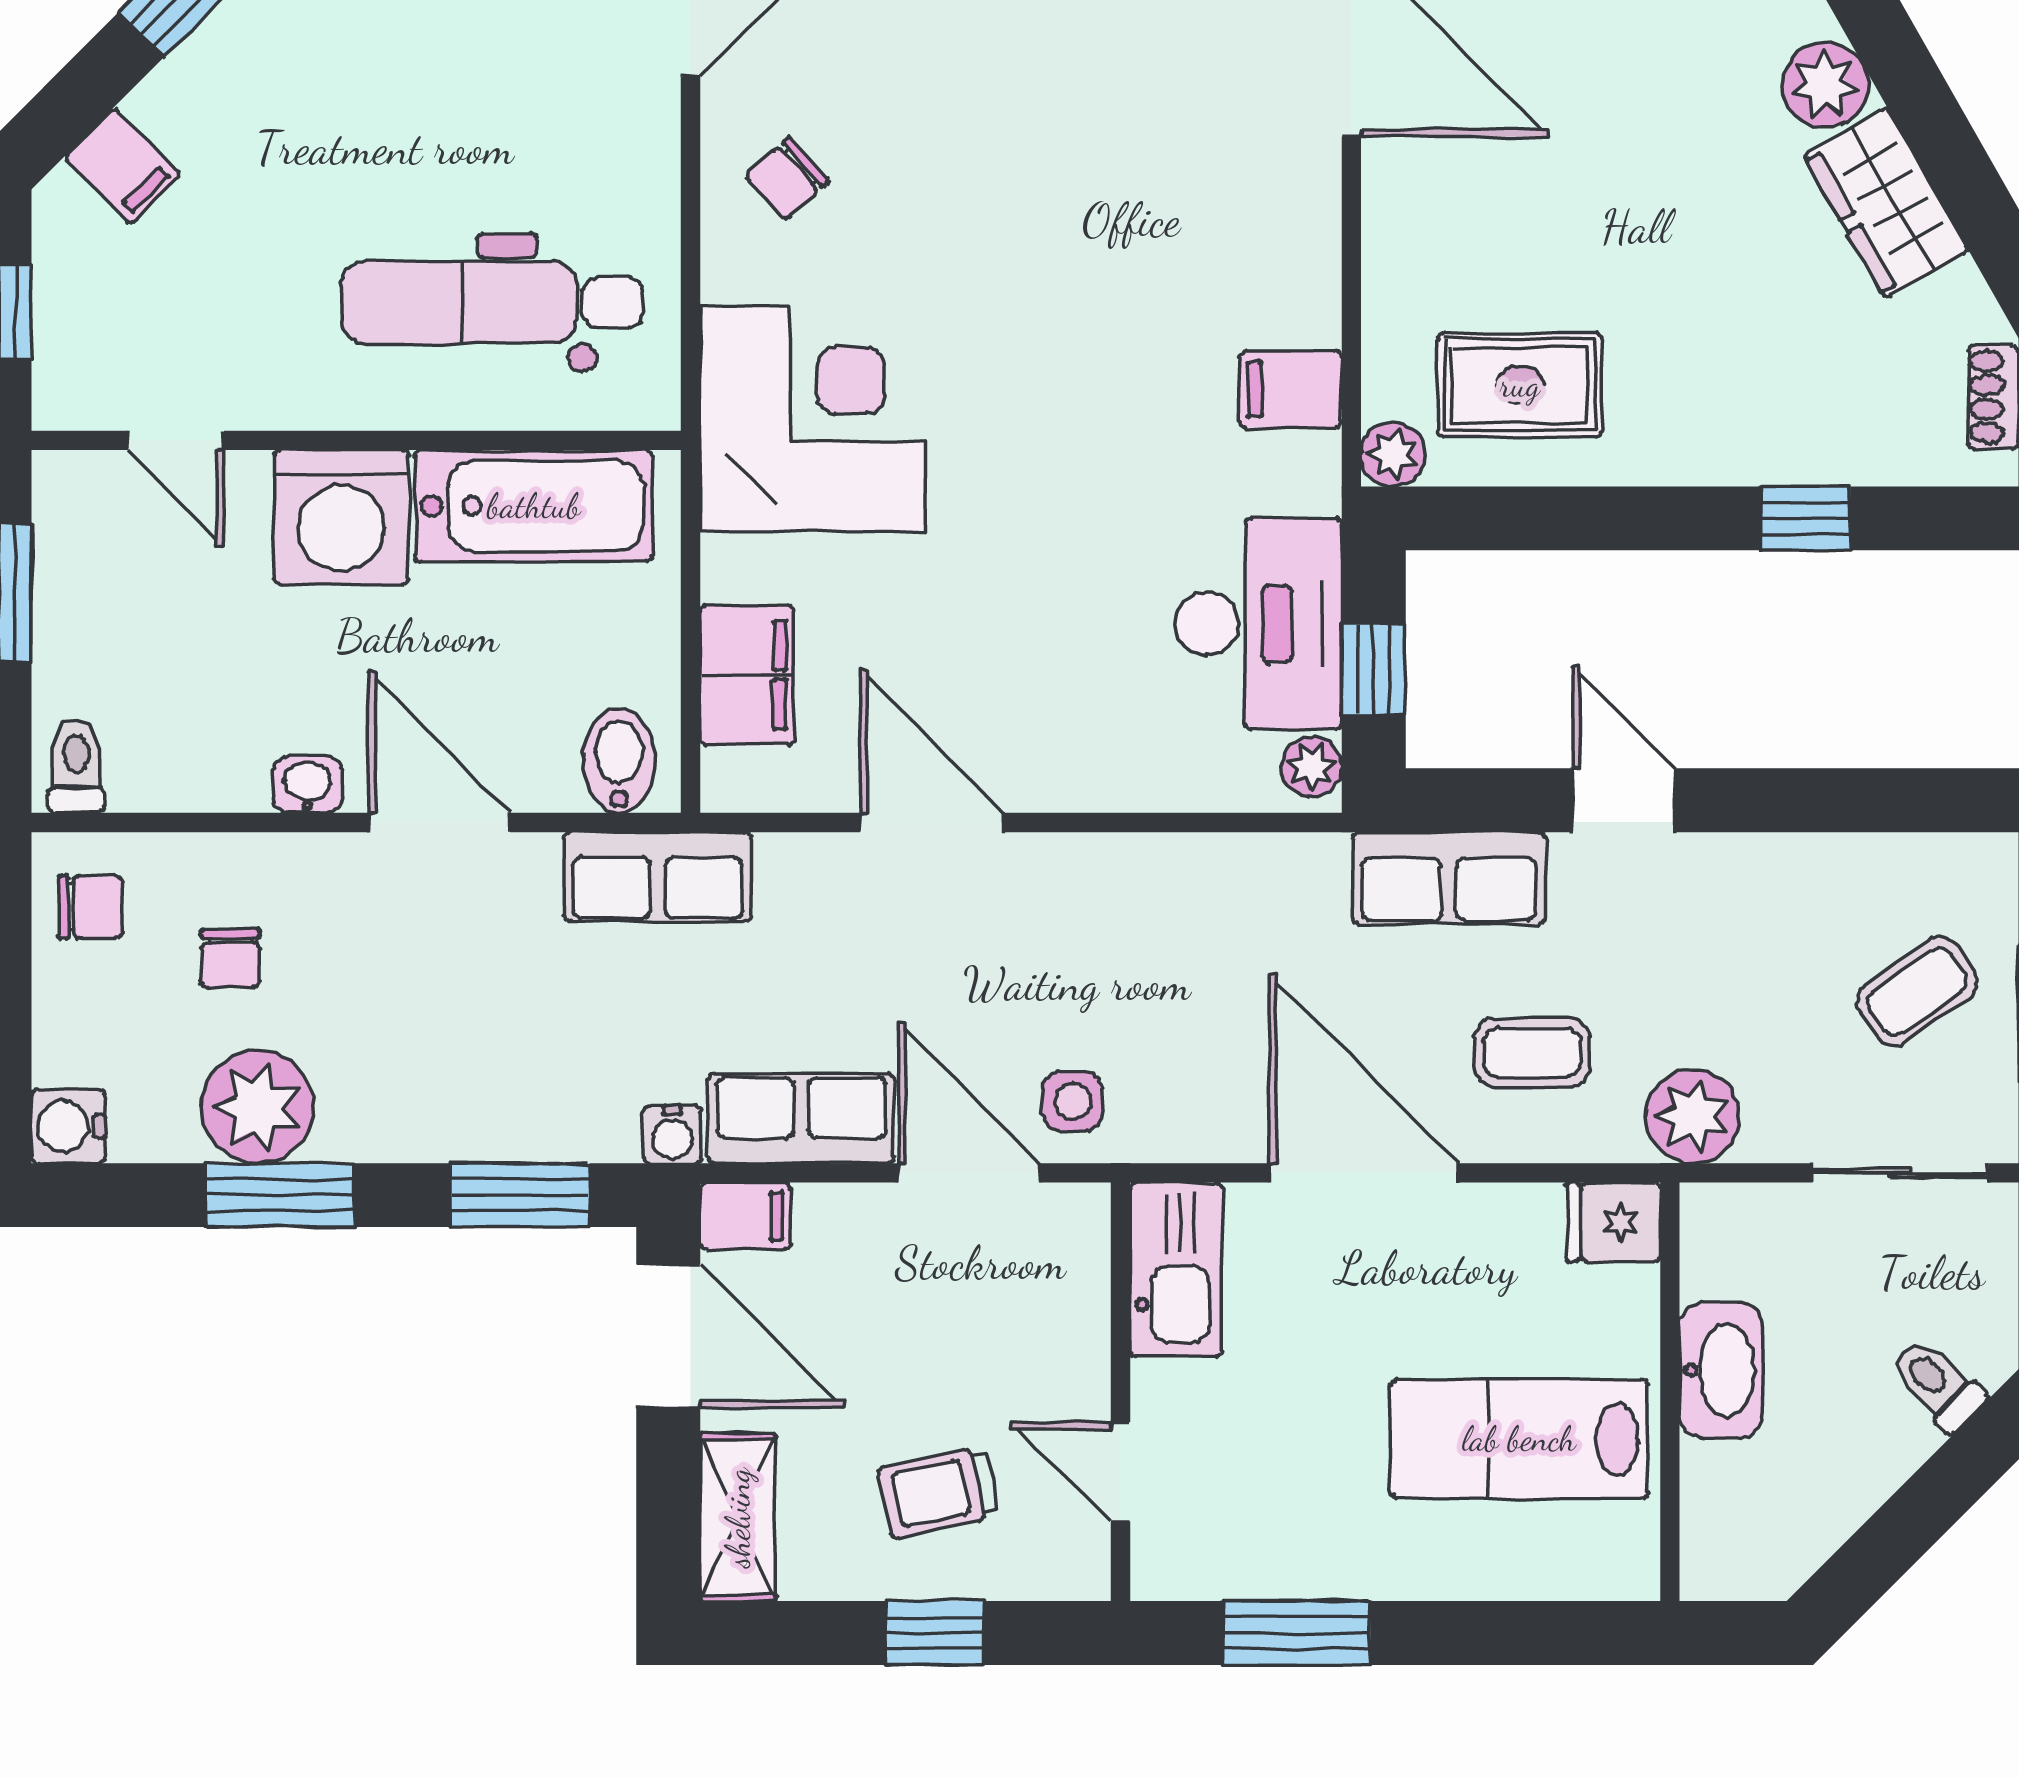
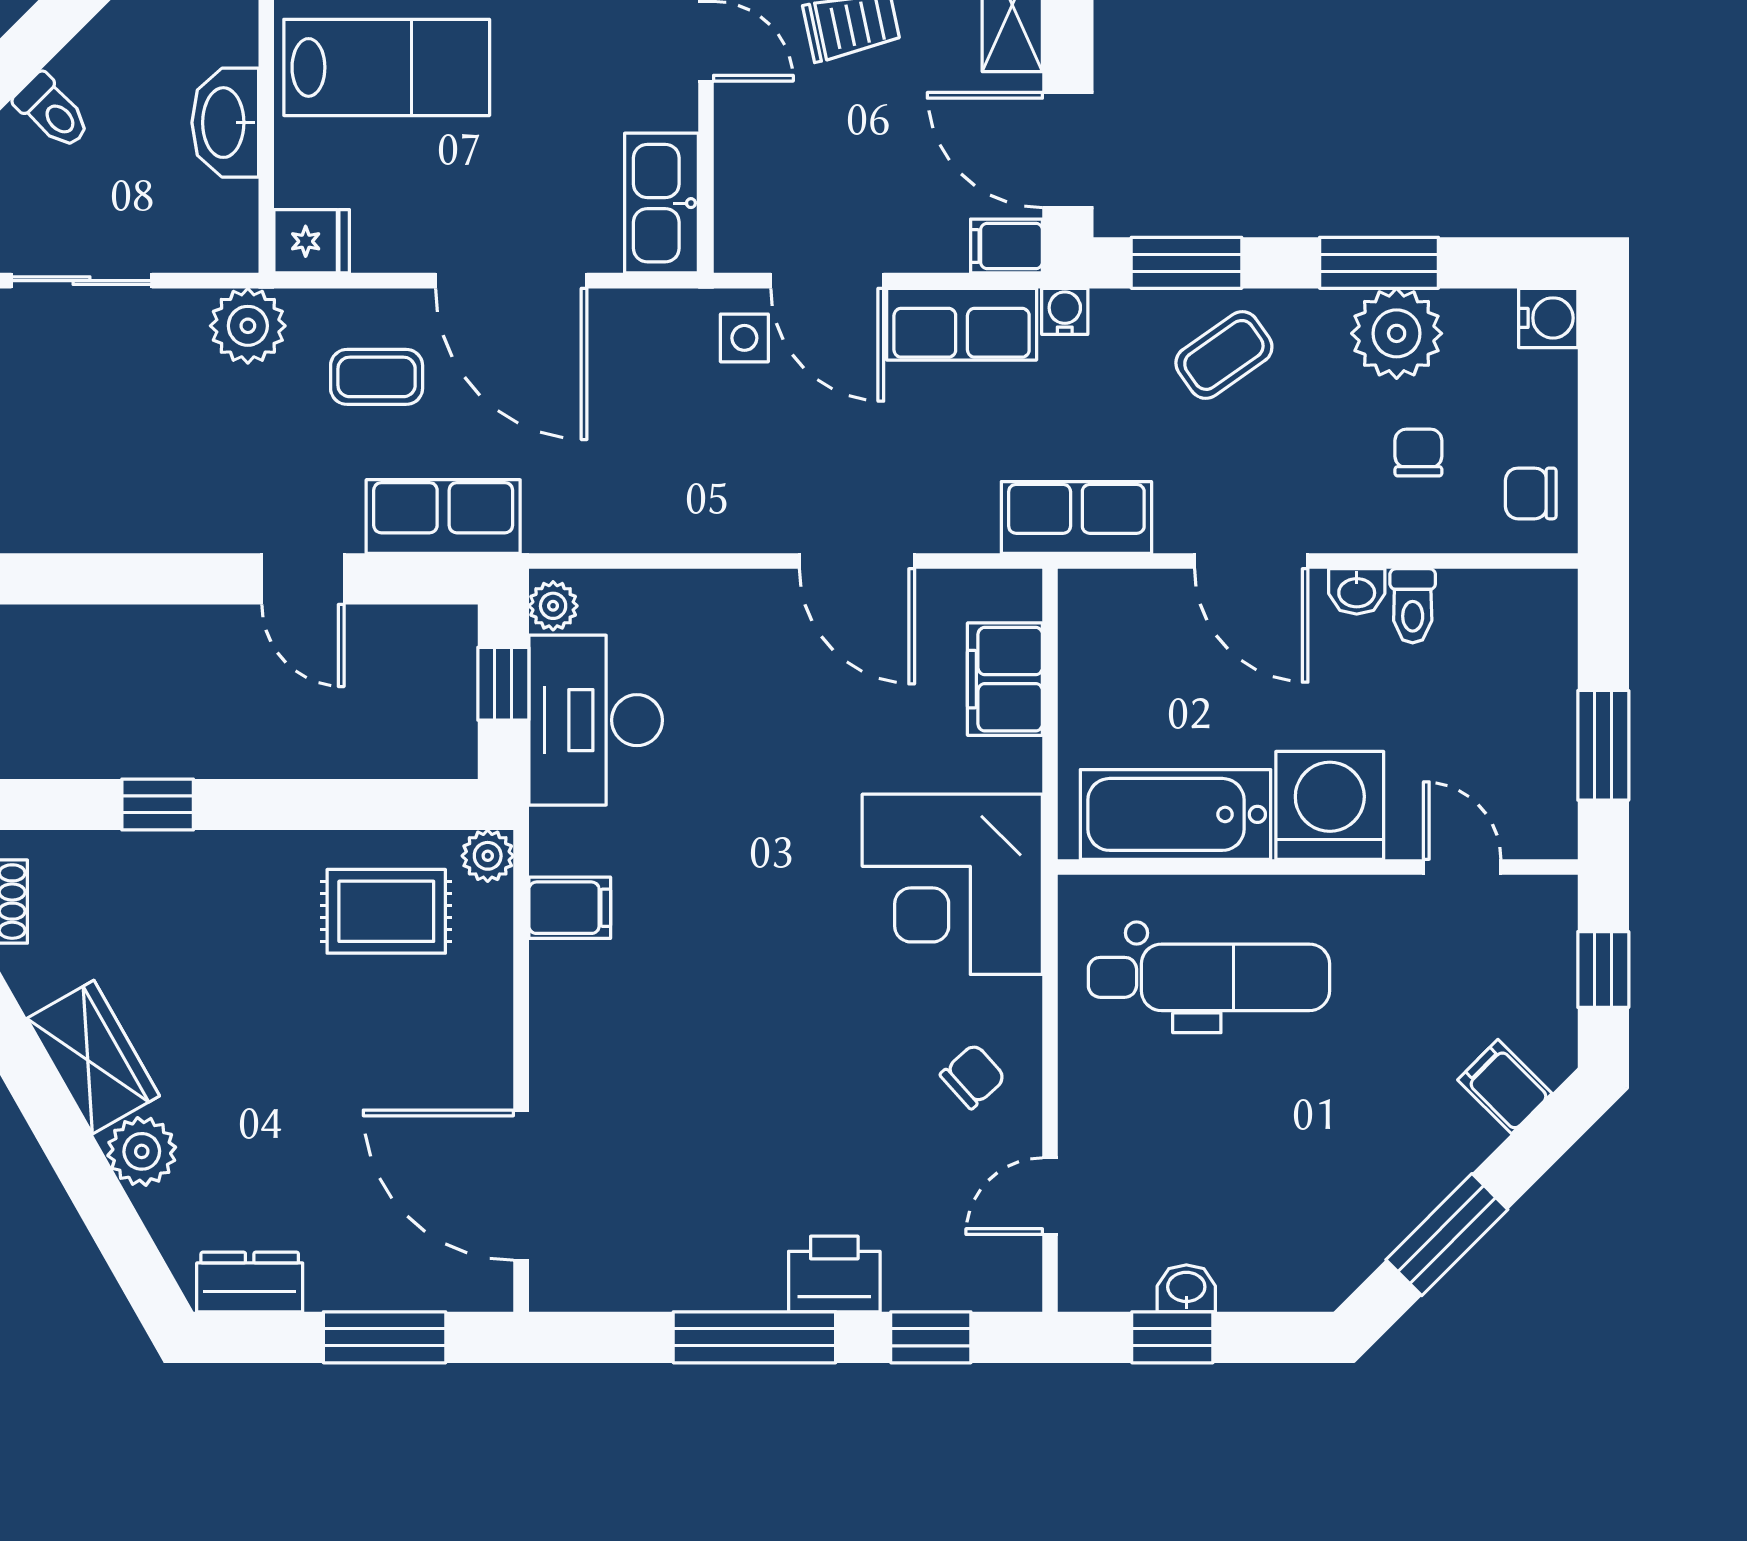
bidet: (619, 761) -> (1107, 610), removed
toilet: (76, 767) -> (1413, 606), moved
coffee table: (1917, 992) -> (1224, 355), moved

